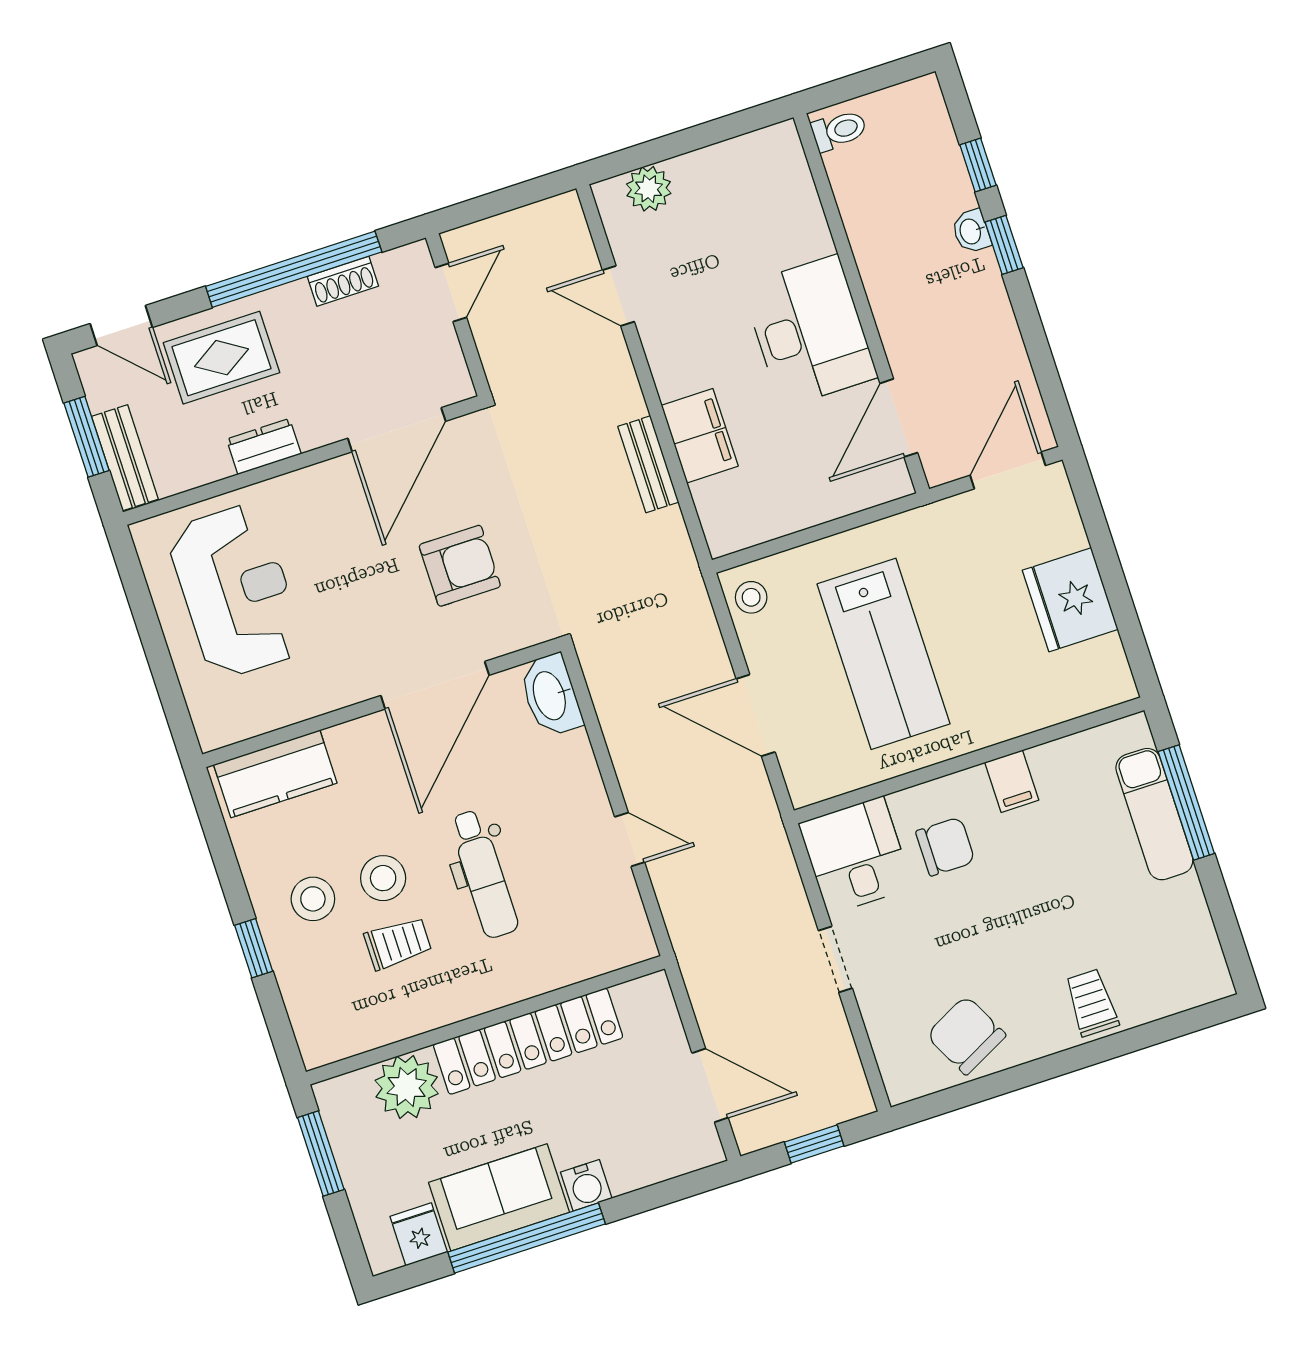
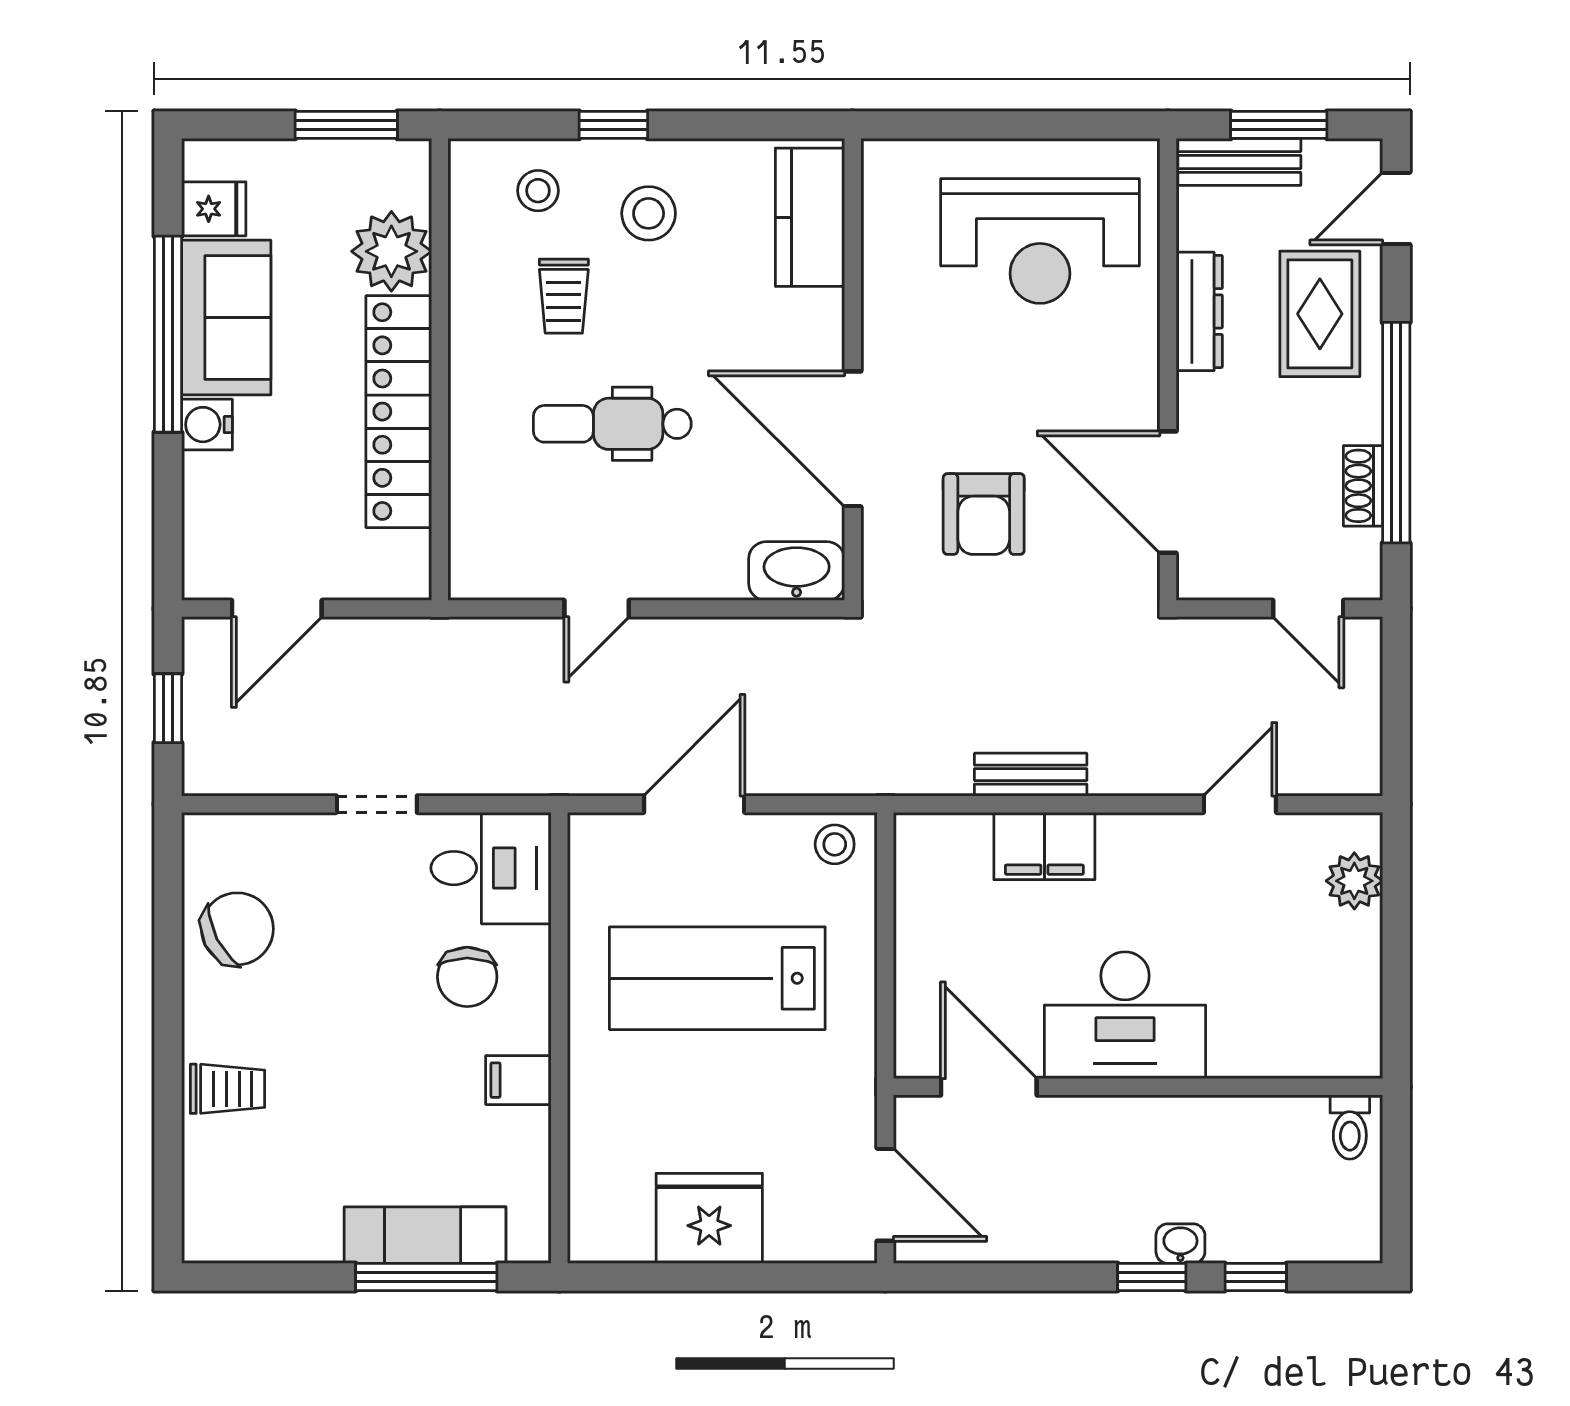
dresser: (264, 446) -> (1199, 311), width x1.44
stool: (383, 878) -> (538, 191), moved, width x0.73, depth x0.73

